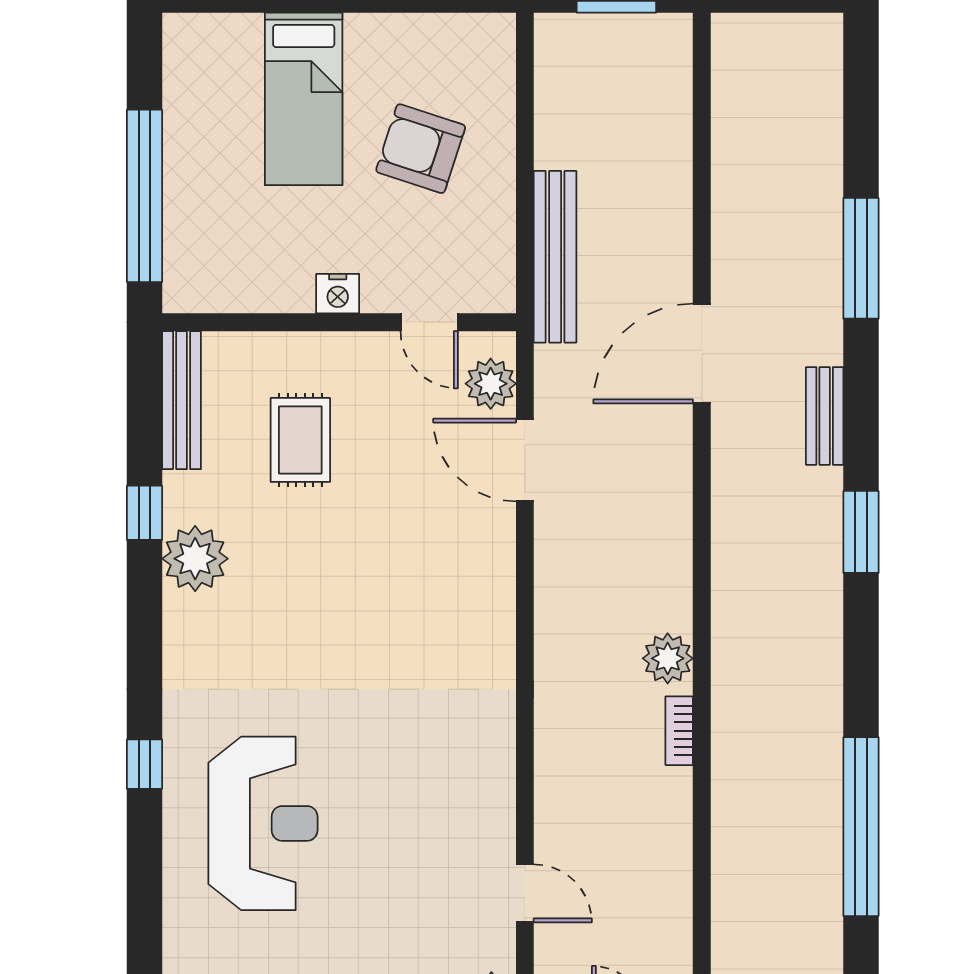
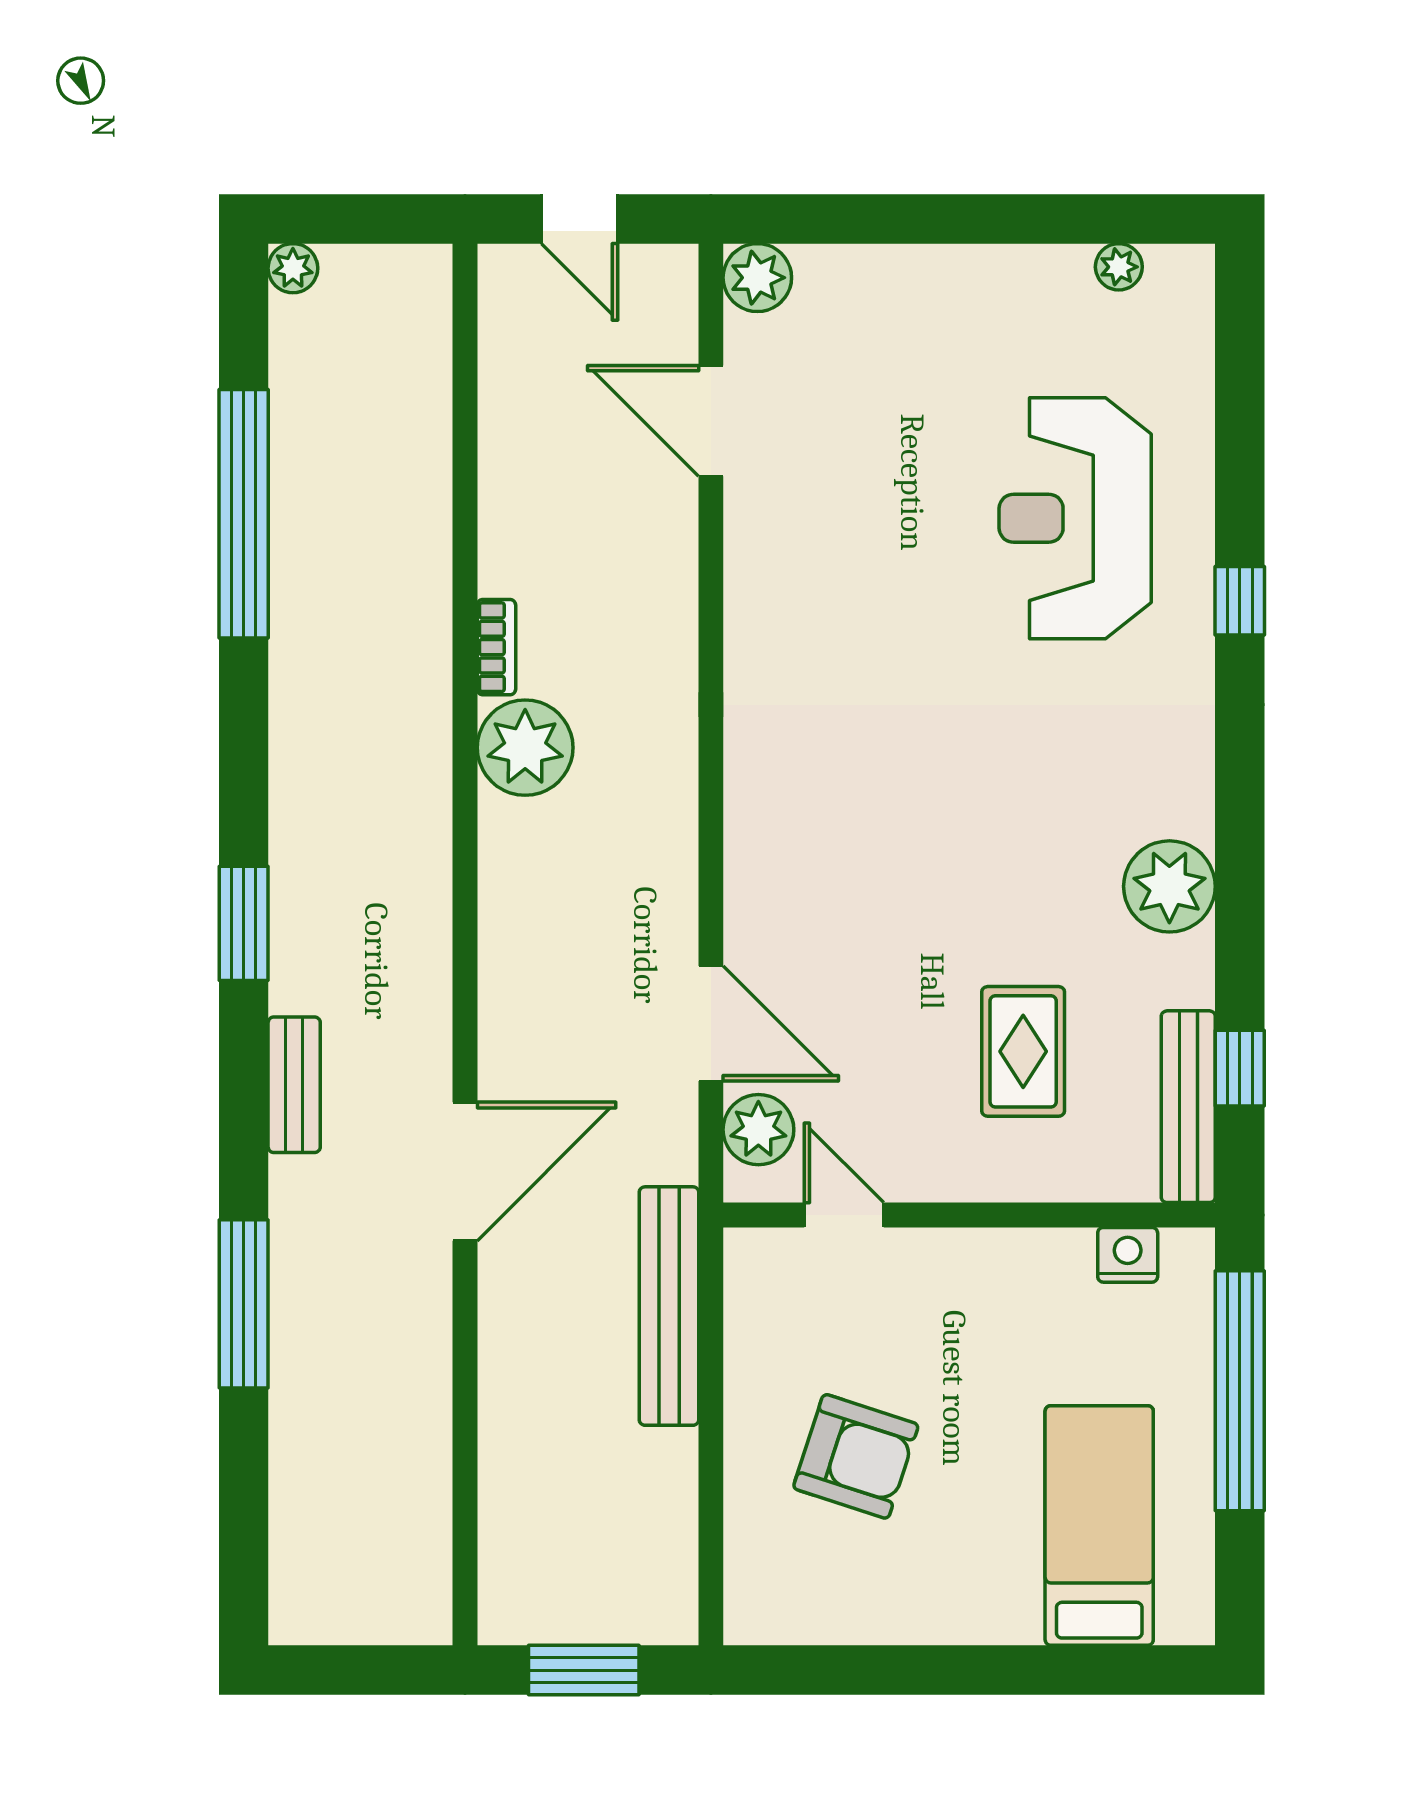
bed: (304, 99) -> (1099, 1525), moved
nightstand: (338, 294) -> (1128, 1255), moved
window: (145, 513) -> (1240, 1068), moved
plant: (668, 658) -> (525, 748), width x1.36, depth x1.36
door: (525, 893) -> (711, 421), width x1.38

